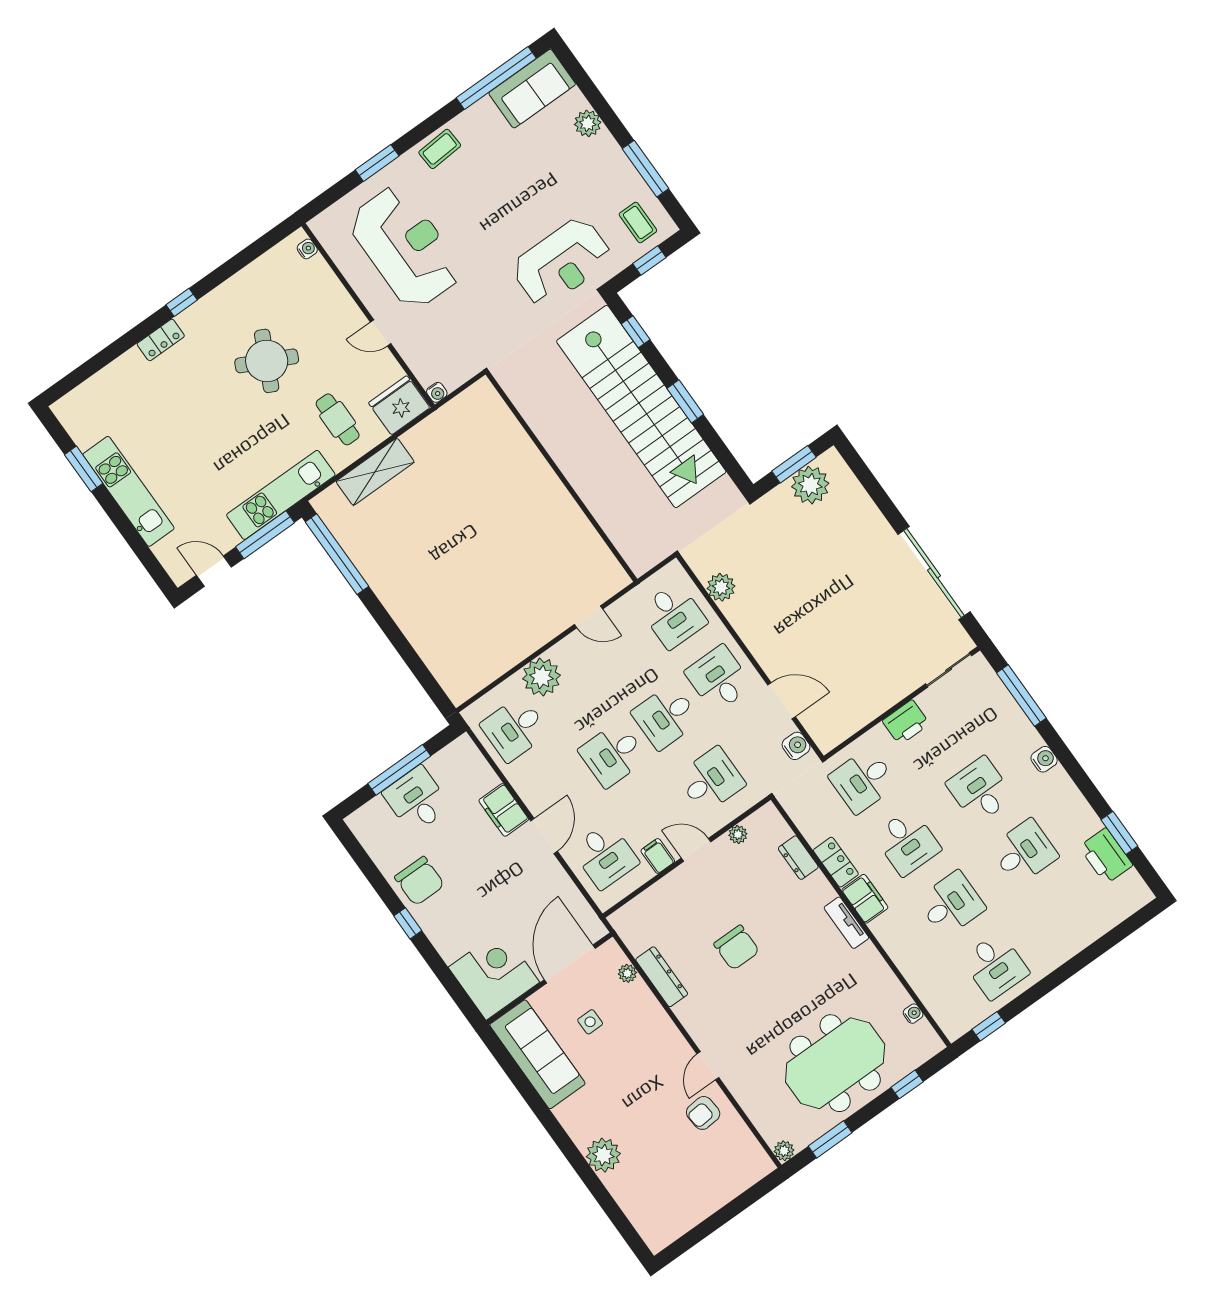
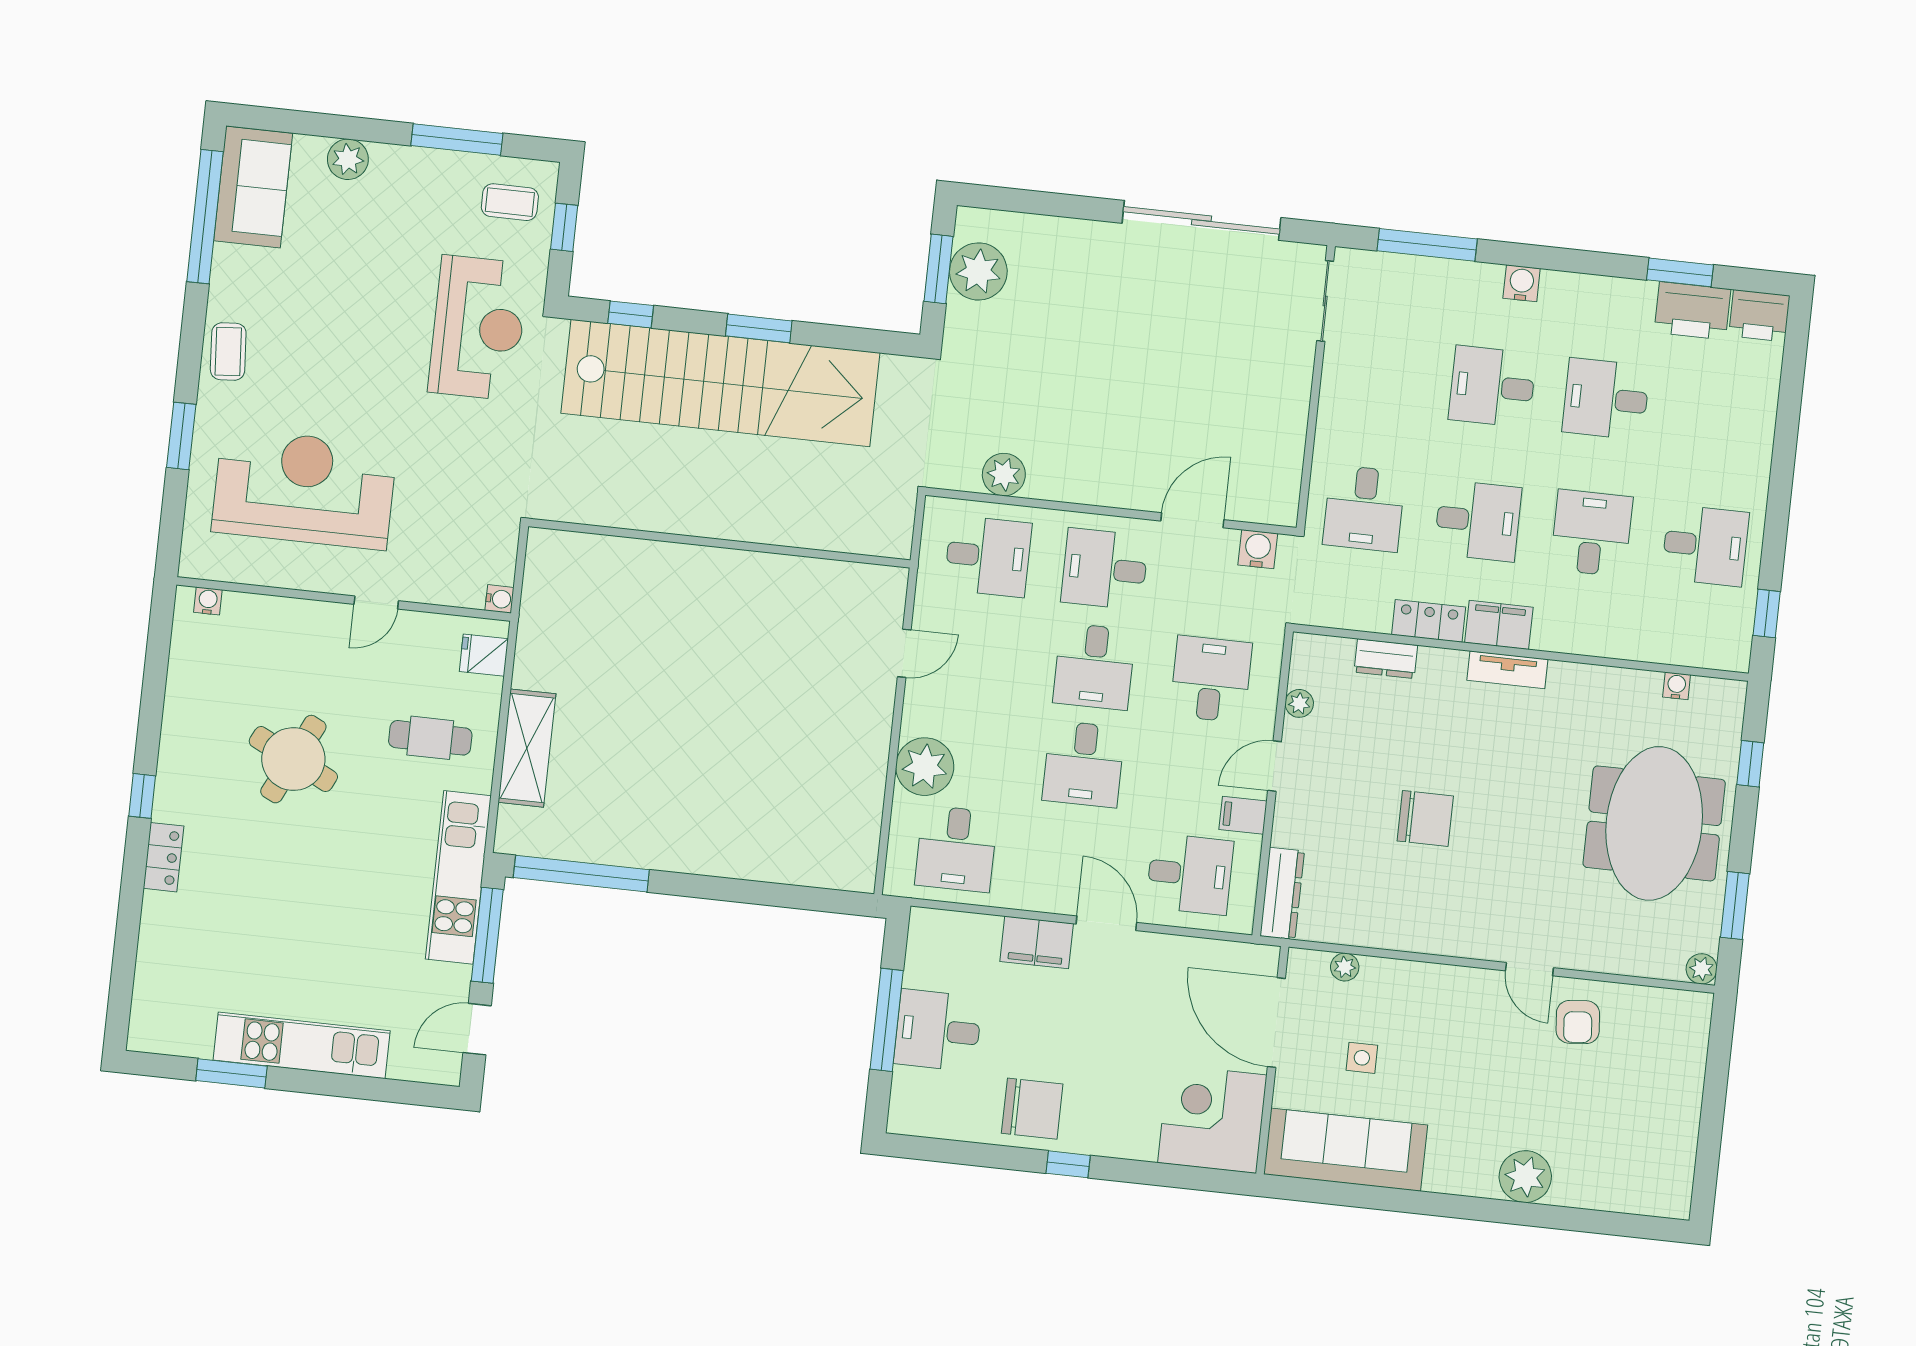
fridge: (399, 405) -> (484, 655), width x0.53, depth x0.75
printer: (906, 722) -> (1759, 316), moved, turned 90
desk: (1024, 852) -> (1606, 399), turned -90
dresser: (662, 977) -> (1282, 894), moved, turned 90

